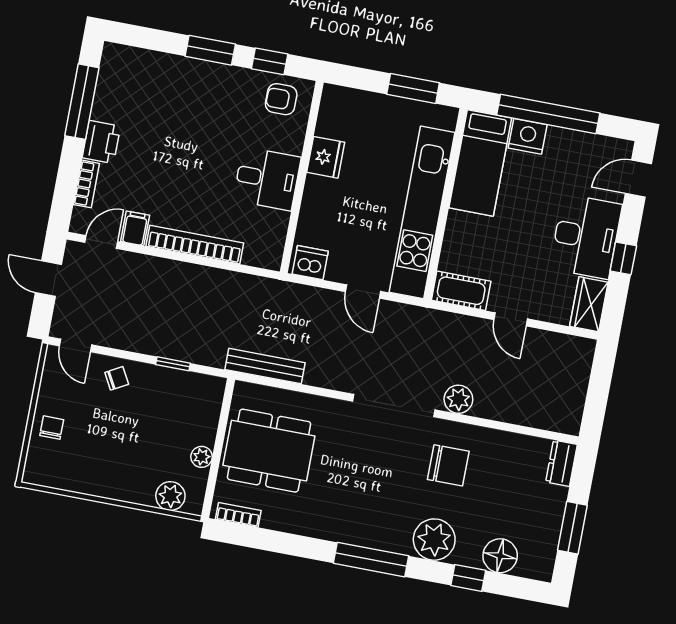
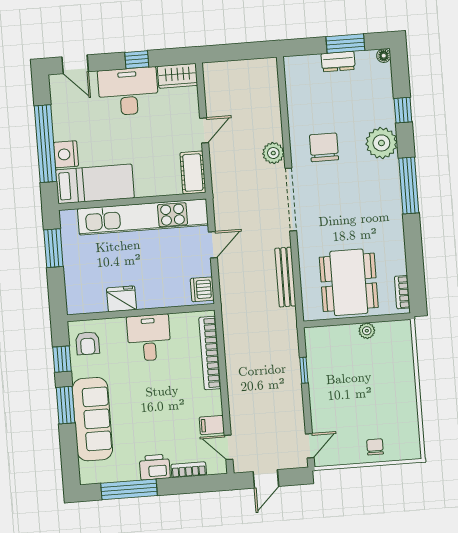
sofa: (183, 79) -> (92, 419), added
bookcase: (195, 245) -> (210, 353), moved
bench: (265, 366) -> (285, 277), moved
chair: (117, 378) -> (326, 409), removed
chair: (52, 428) -> (375, 447), turned 90
dresser: (561, 463) -> (338, 61), moved
plant: (170, 496) -> (402, 346), removed
floor lamp: (500, 556) -> (384, 56), moved, width x0.53, depth x0.53

